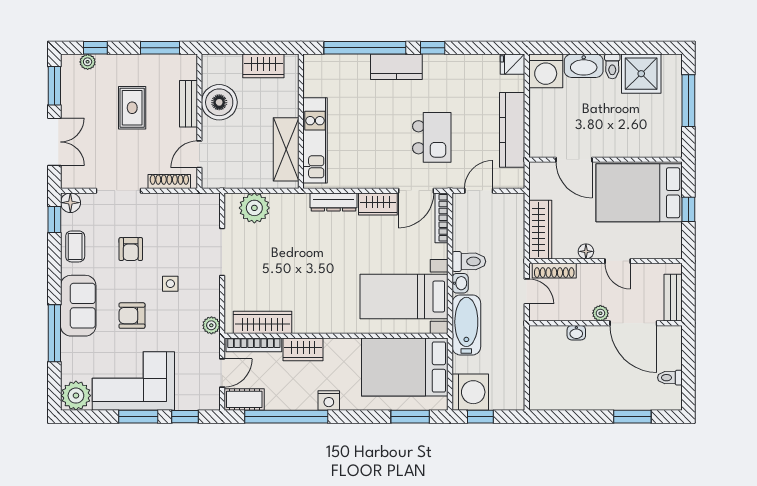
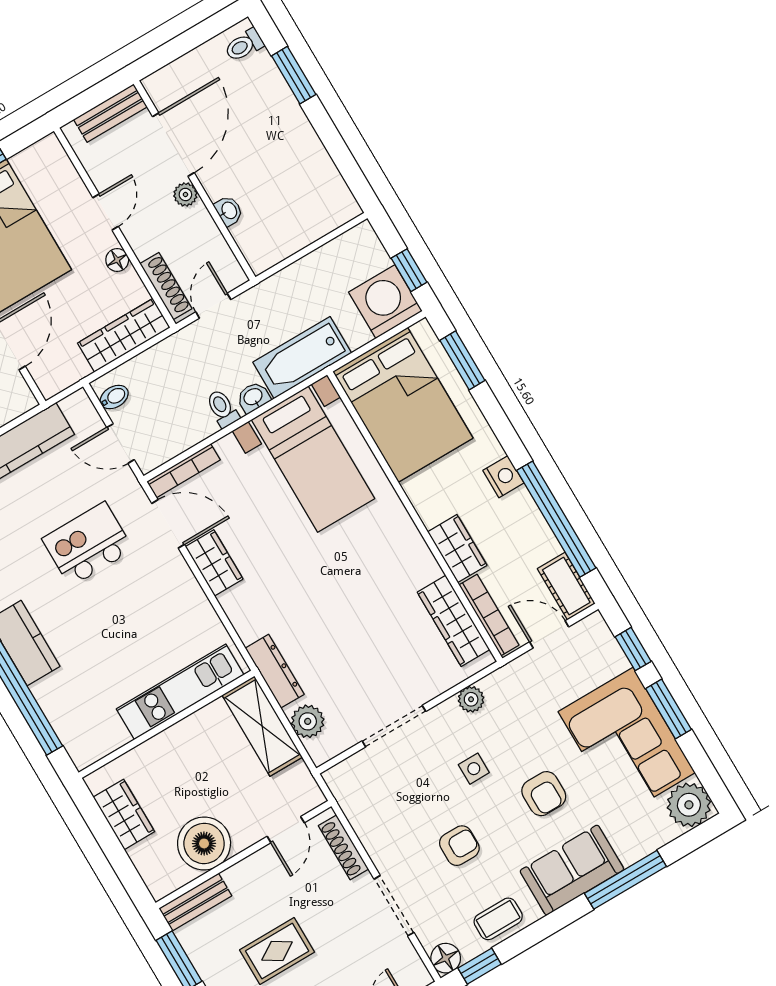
bench: (188, 104) -> (195, 902), moved
shelving: (286, 149) -> (262, 726), moved, turned 90
door: (199, 154) -> (286, 830), hinge flipped
dresser: (333, 202) -> (275, 671), moved
bidet: (508, 203) -> (114, 397), added
plant: (254, 208) -> (308, 721), width x0.73, depth x0.73
toilet: (469, 261) -> (222, 409), width x0.73, depth x0.72
plant: (211, 325) -> (471, 699), moved
toilet: (670, 378) -> (244, 45), moved, turned 90

